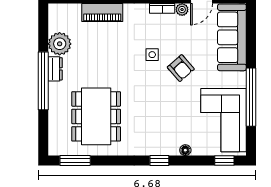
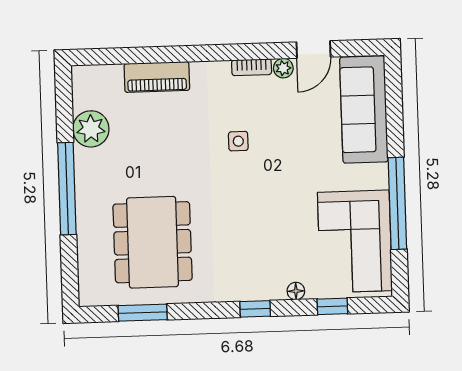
armchair: (181, 68) -> (284, 161), removed
dresser: (55, 69) -> (85, 169), removed
window: (75, 161) -> (143, 313), moved
window: (224, 161) -> (332, 306), moved

